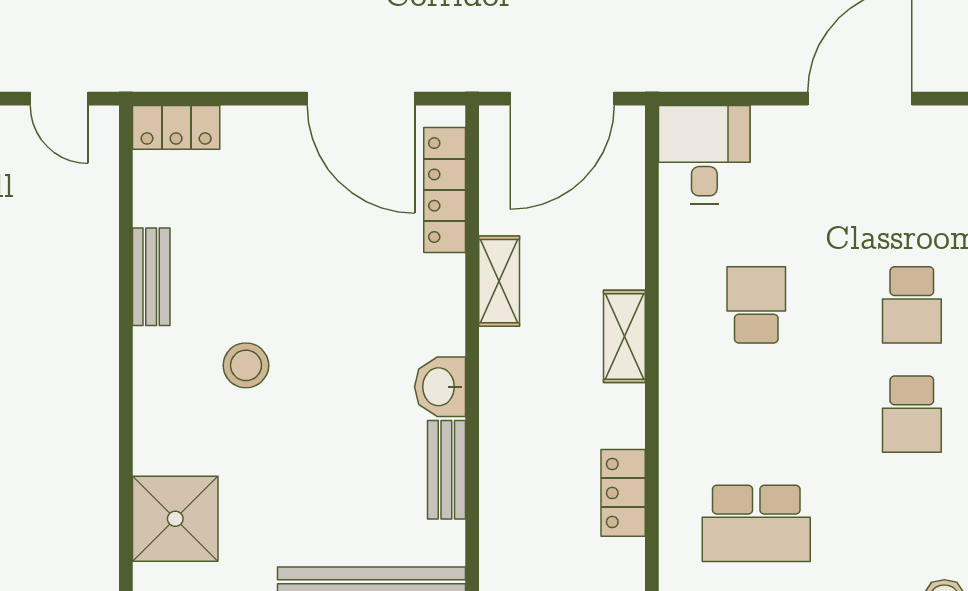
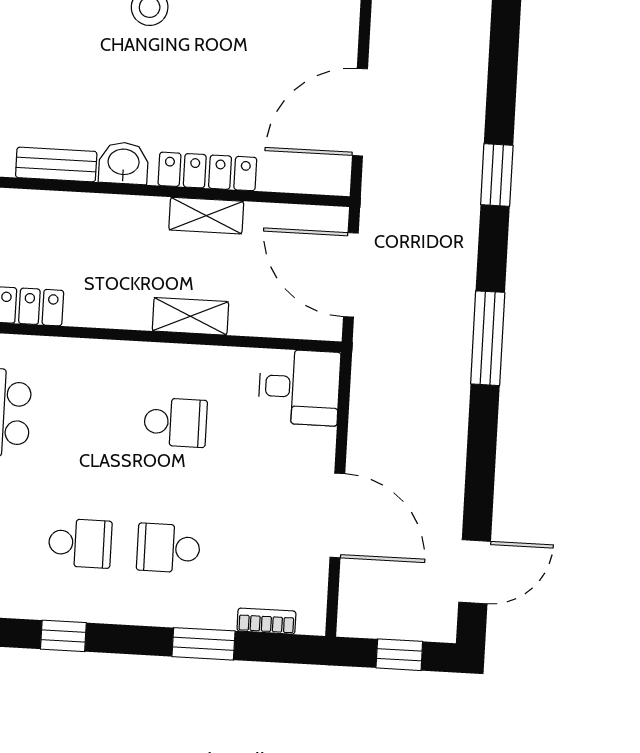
locker: (445, 190) -> (207, 171), moved
shelving: (624, 336) -> (190, 316), moved
school desk: (912, 414) -> (80, 543), turned 180

